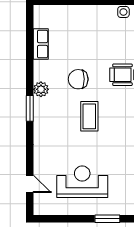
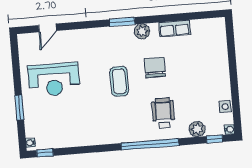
row of seats: (41, 44) -> (175, 28), moved
coffee table: (89, 116) -> (119, 81), turned 90
reception desk: (82, 182) -> (54, 80), turned 90

